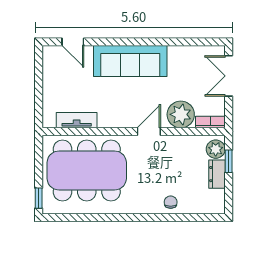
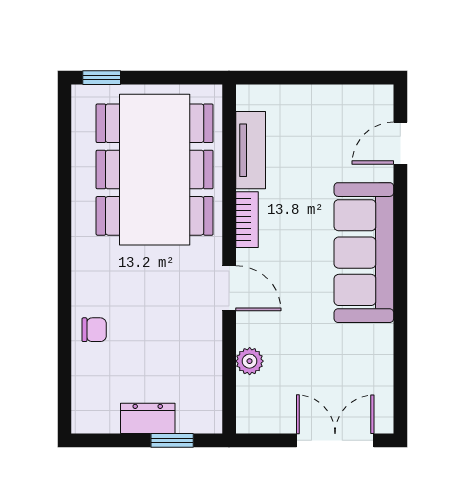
plant: (181, 114) -> (250, 361), width x0.53, depth x0.53
bookcase: (210, 122) -> (247, 220), moved
plant: (216, 149) -> (195, 416), removed

